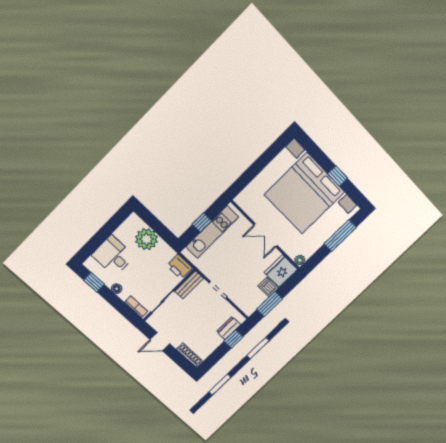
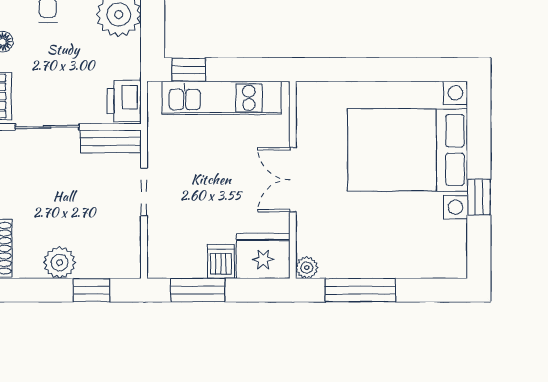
bed with nightstands: (305, 193) -> (408, 150), width x0.73
window: (202, 222) -> (189, 70), moved
window: (340, 236) -> (360, 290), moved
dresser: (229, 328) -> (101, 265), removed
plant: (214, 341) -> (60, 263), added

